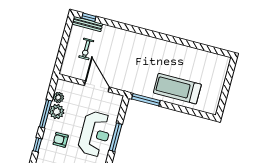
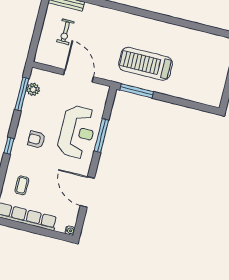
treadmill: (177, 89) -> (146, 64), moved
plant: (57, 112) -> (31, 106), removed
window: (45, 114) -> (22, 94), moved

